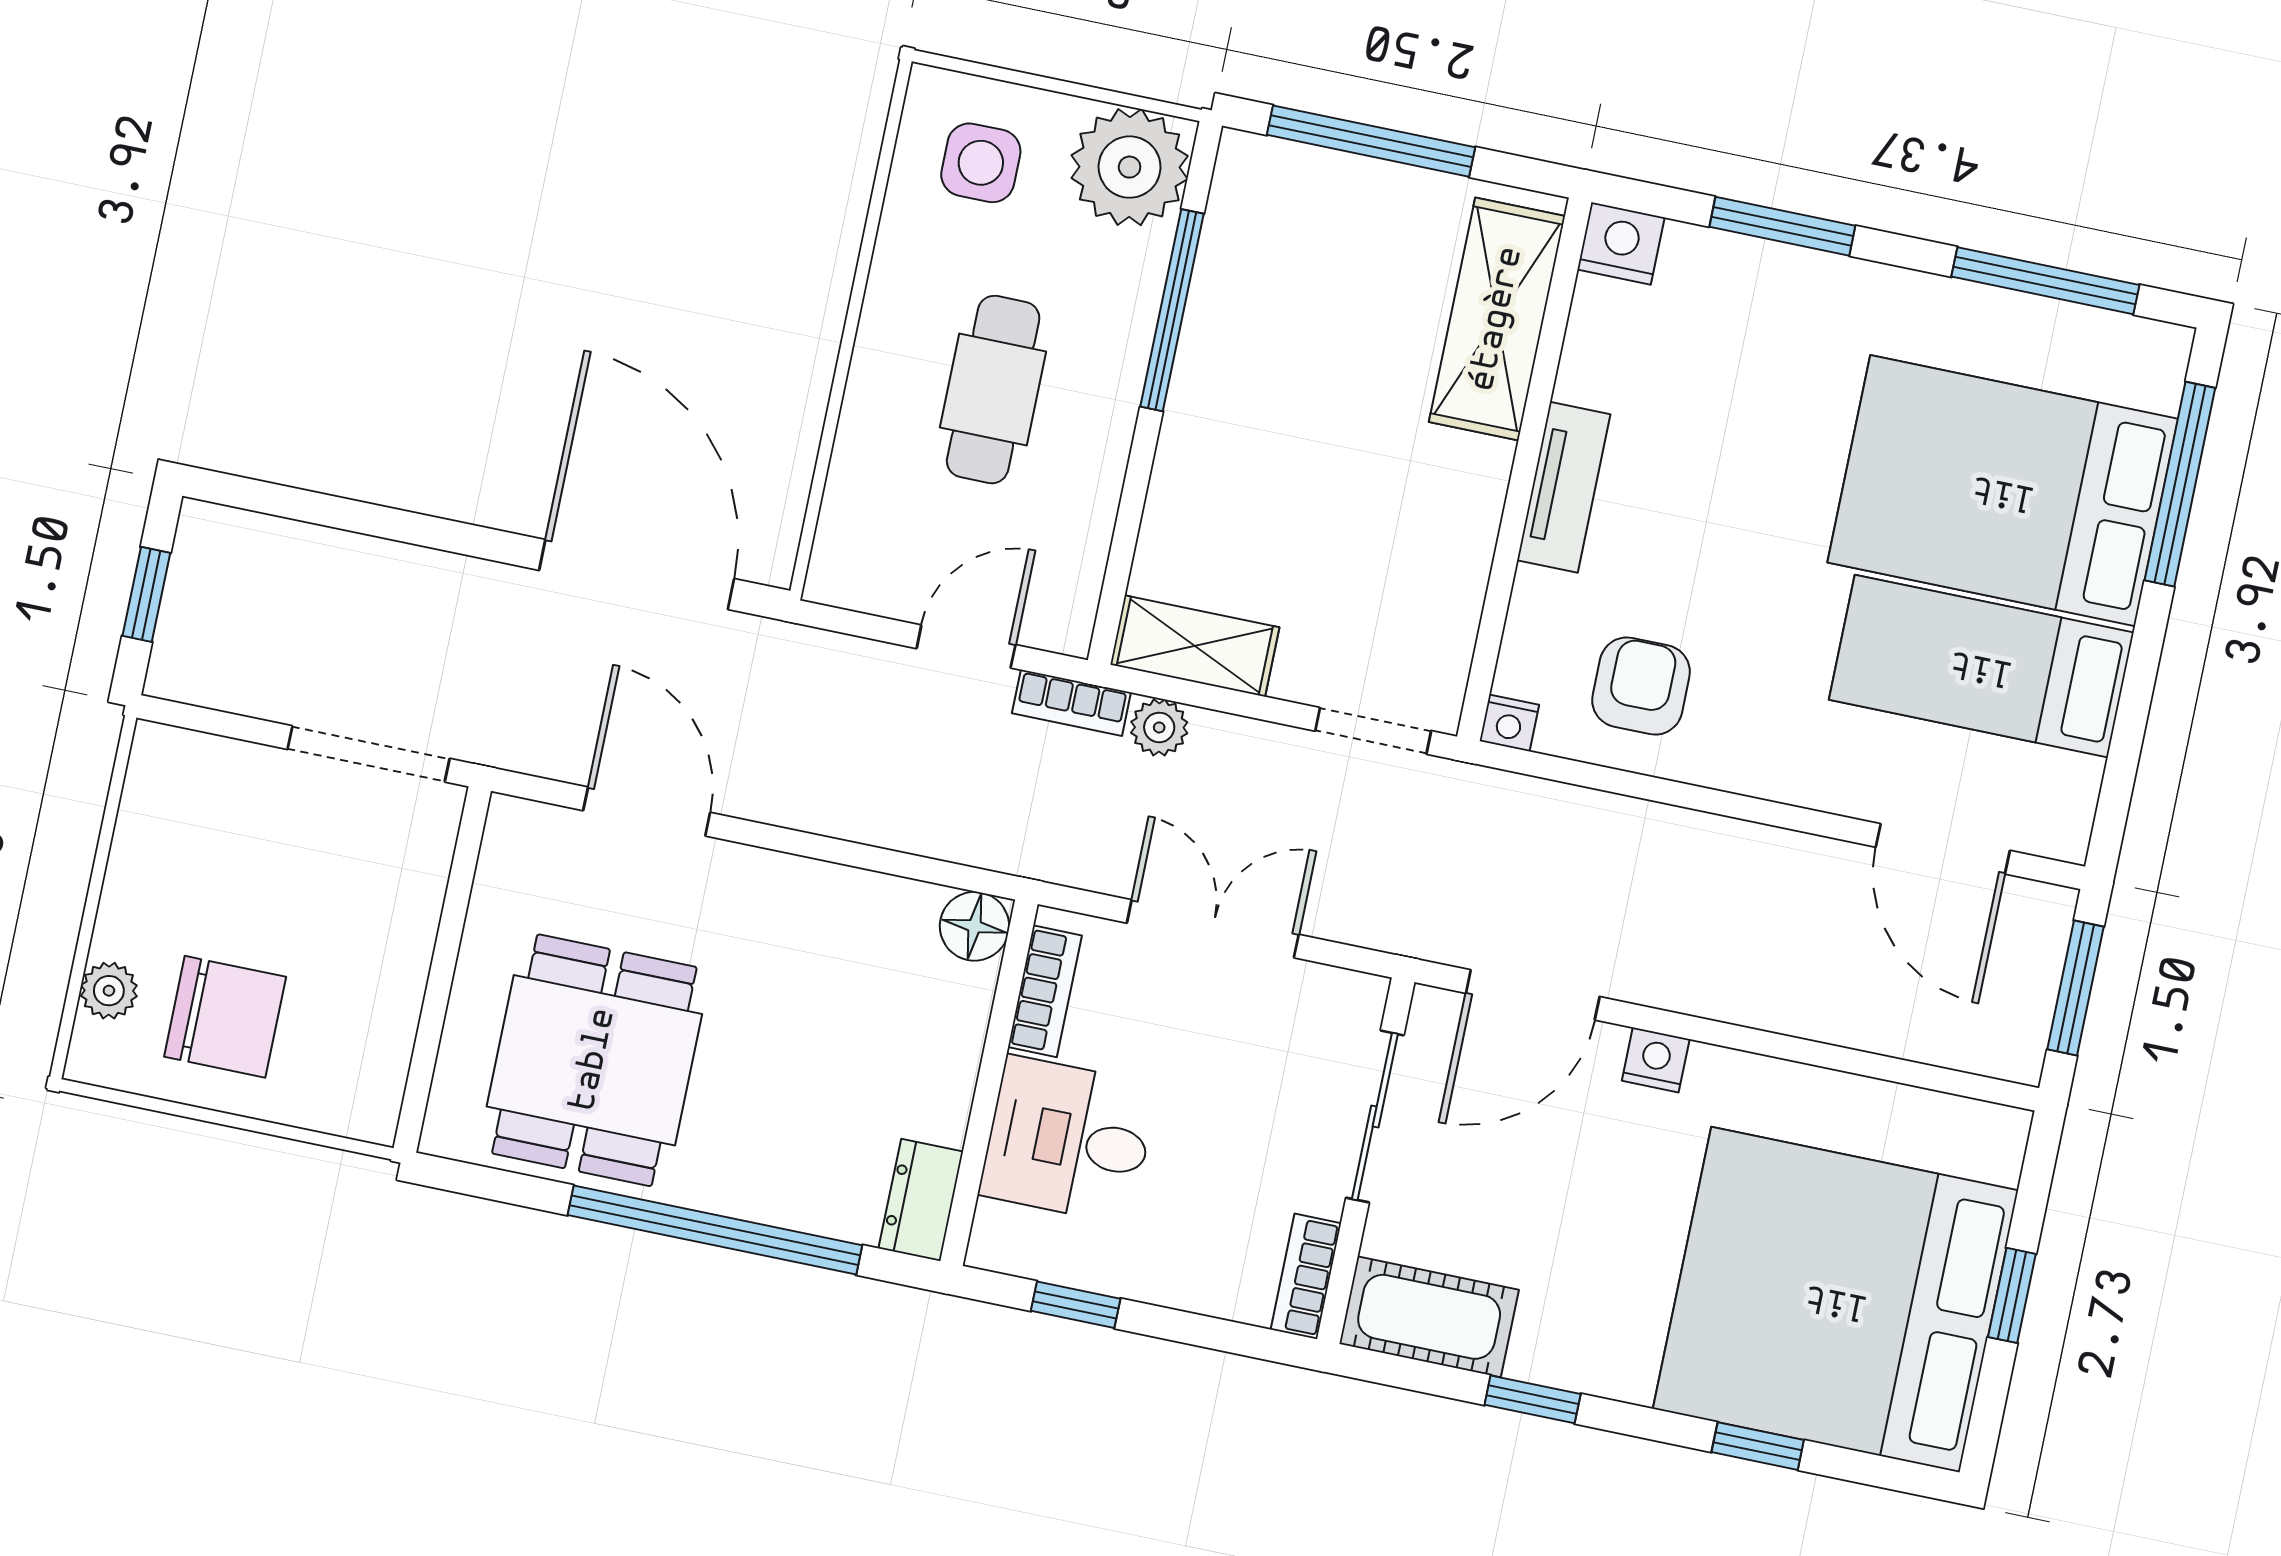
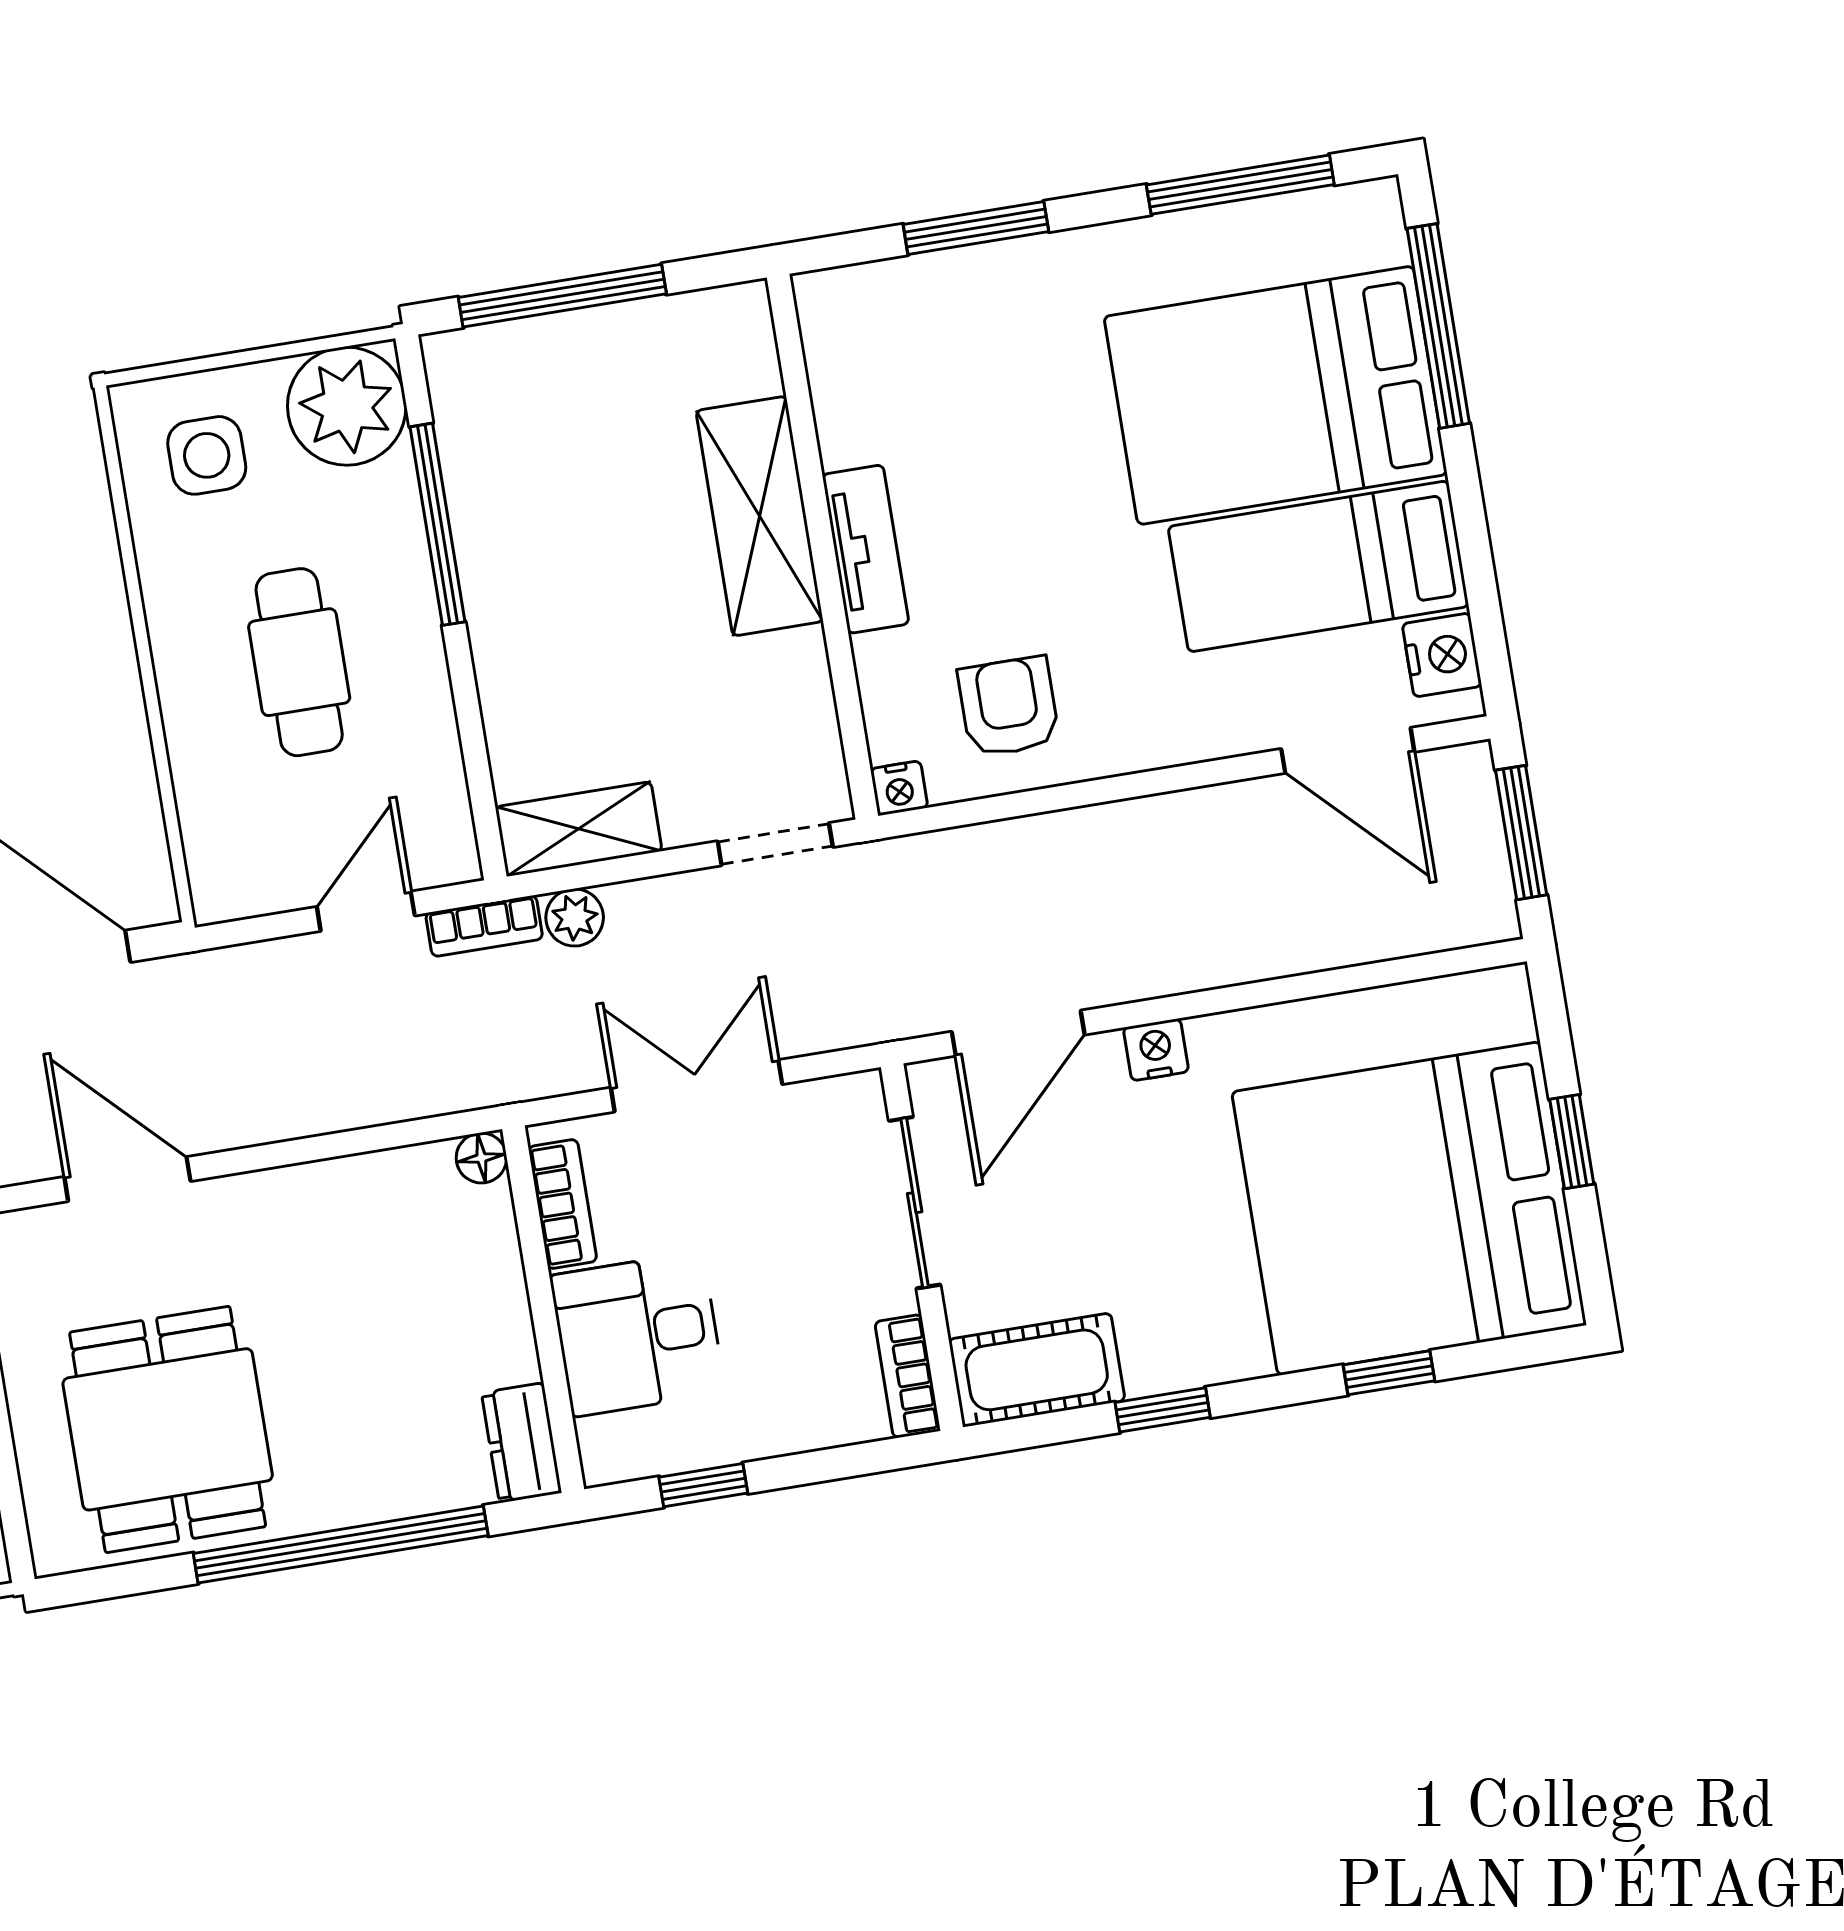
nightstand: (1621, 243) -> (1442, 655), moved, turned 90
shelving: (1497, 319) -> (760, 516), moved
floor lamp: (974, 926) -> (481, 1158), width x0.73, depth x0.73

